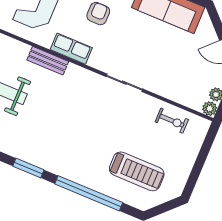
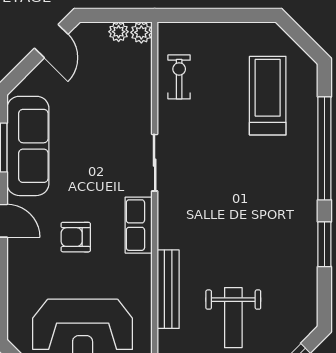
row of seats: (71, 49) -> (139, 225), moved
bench: (48, 61) -> (168, 289), width x1.36

